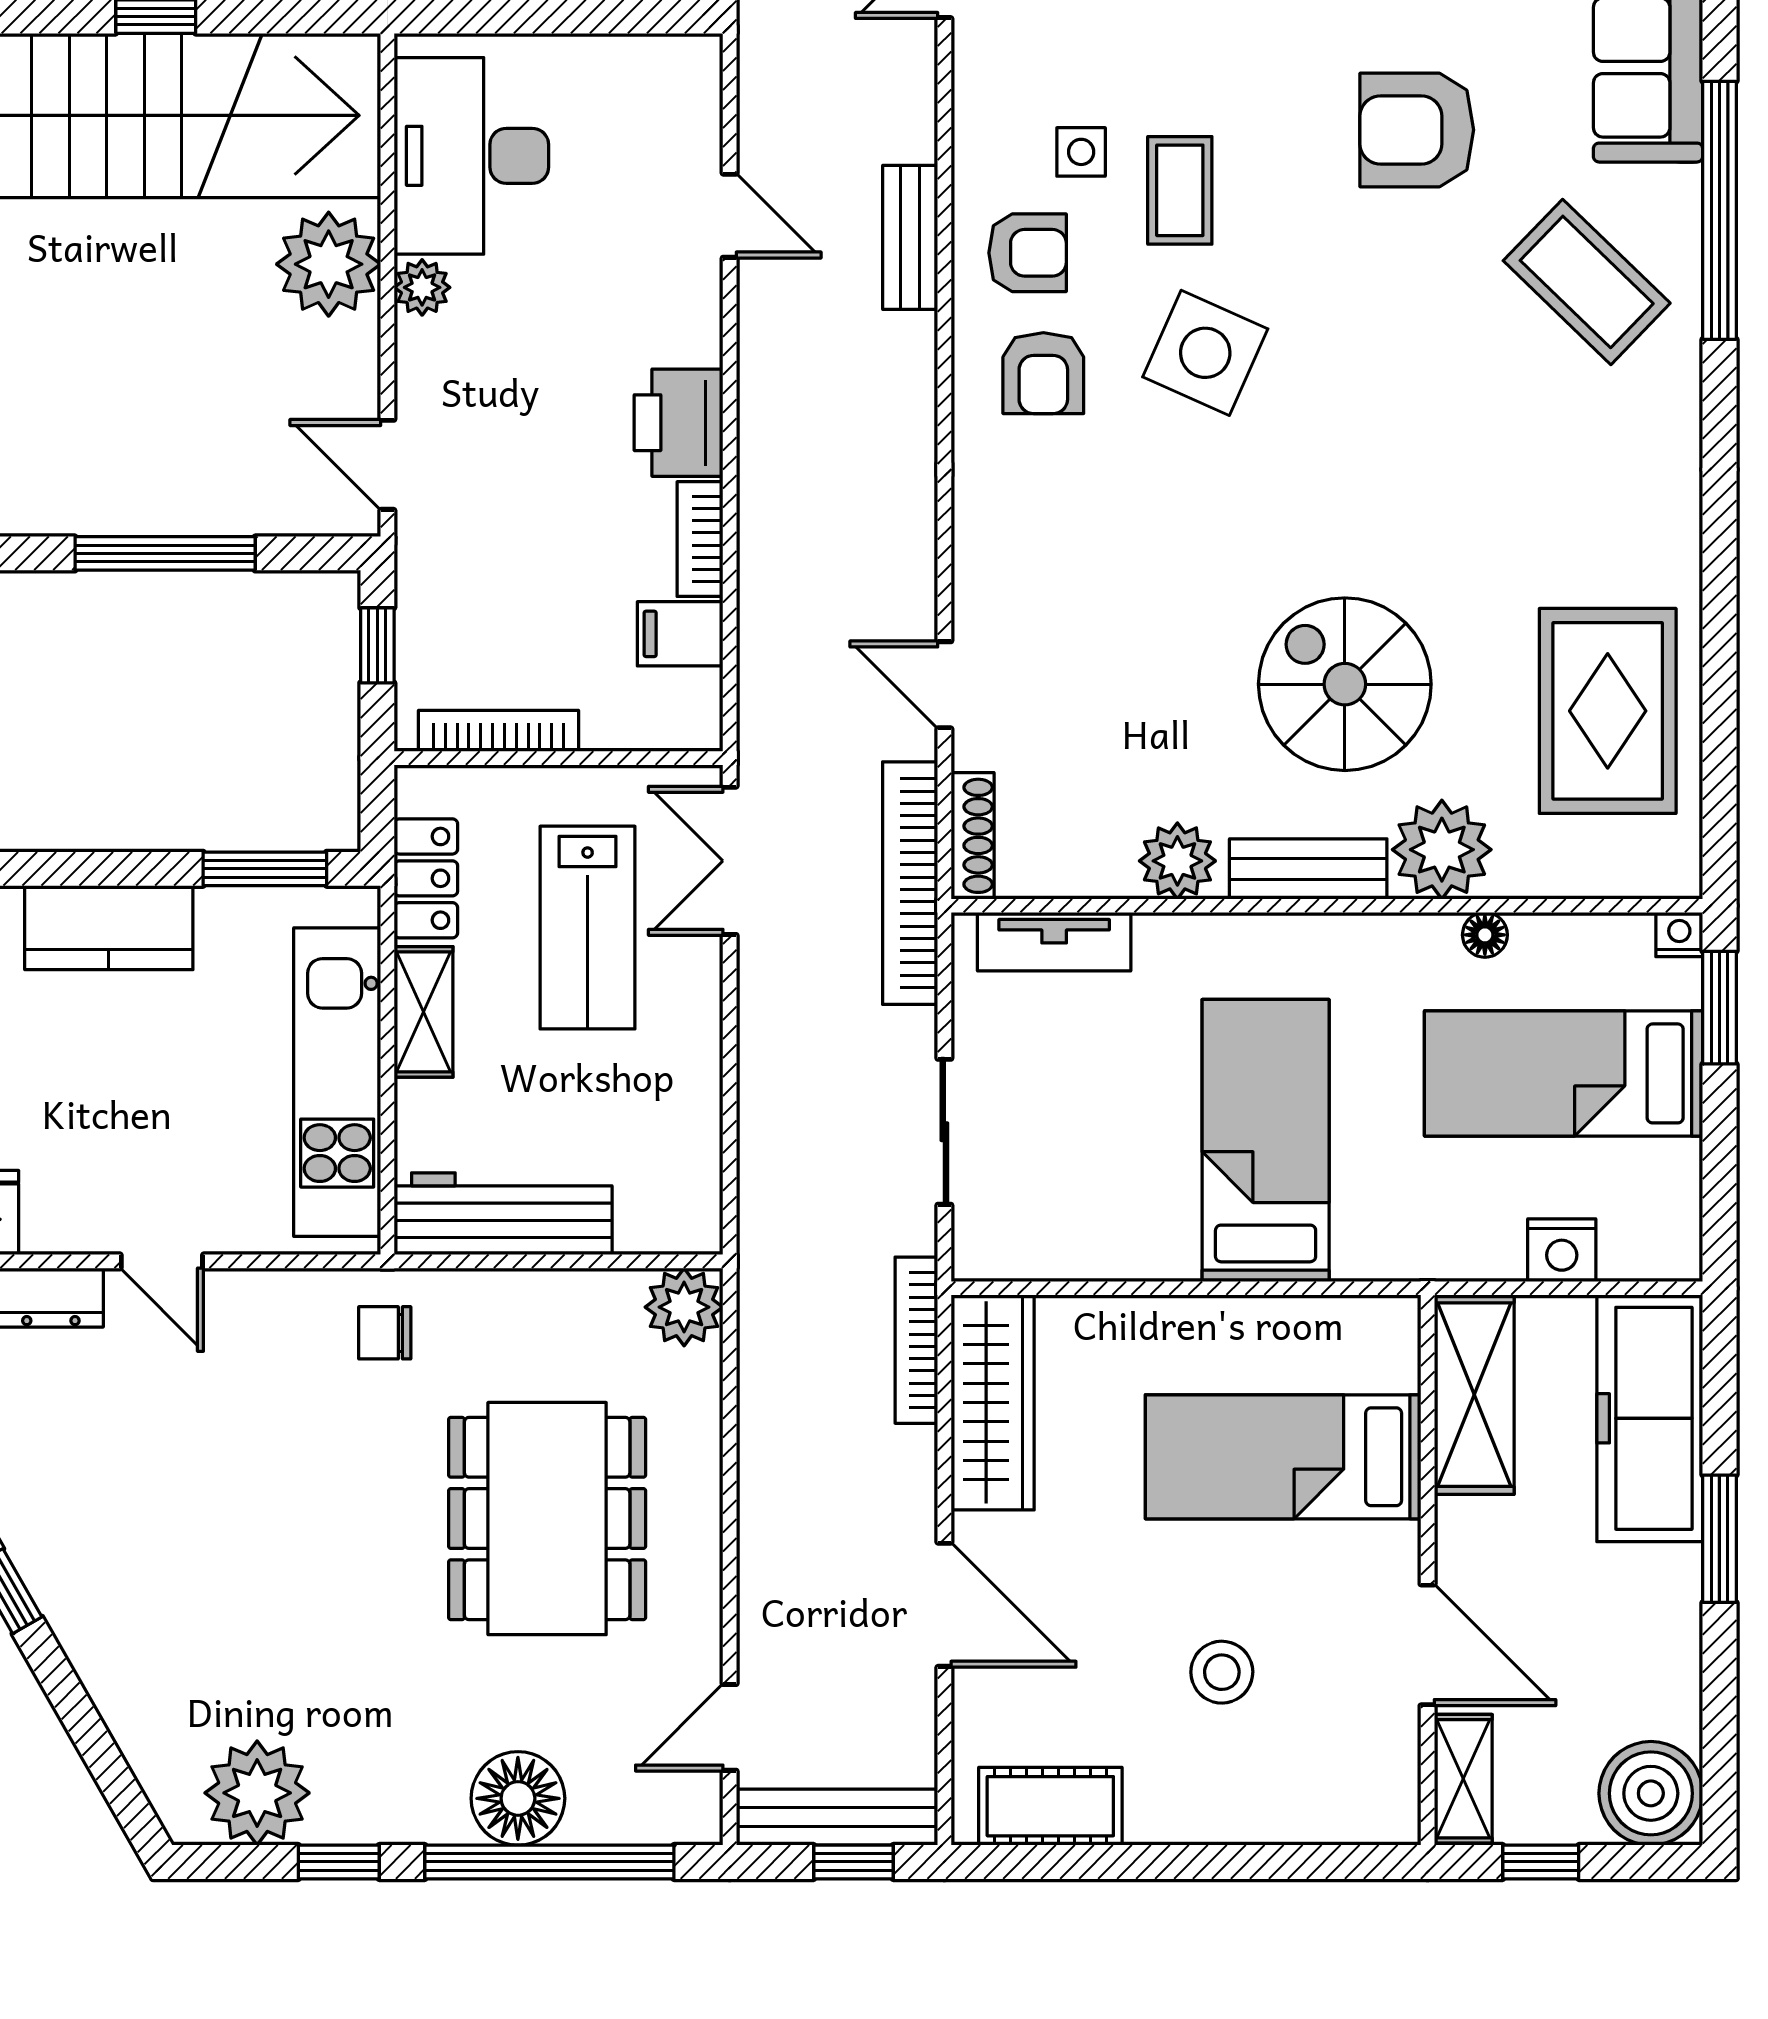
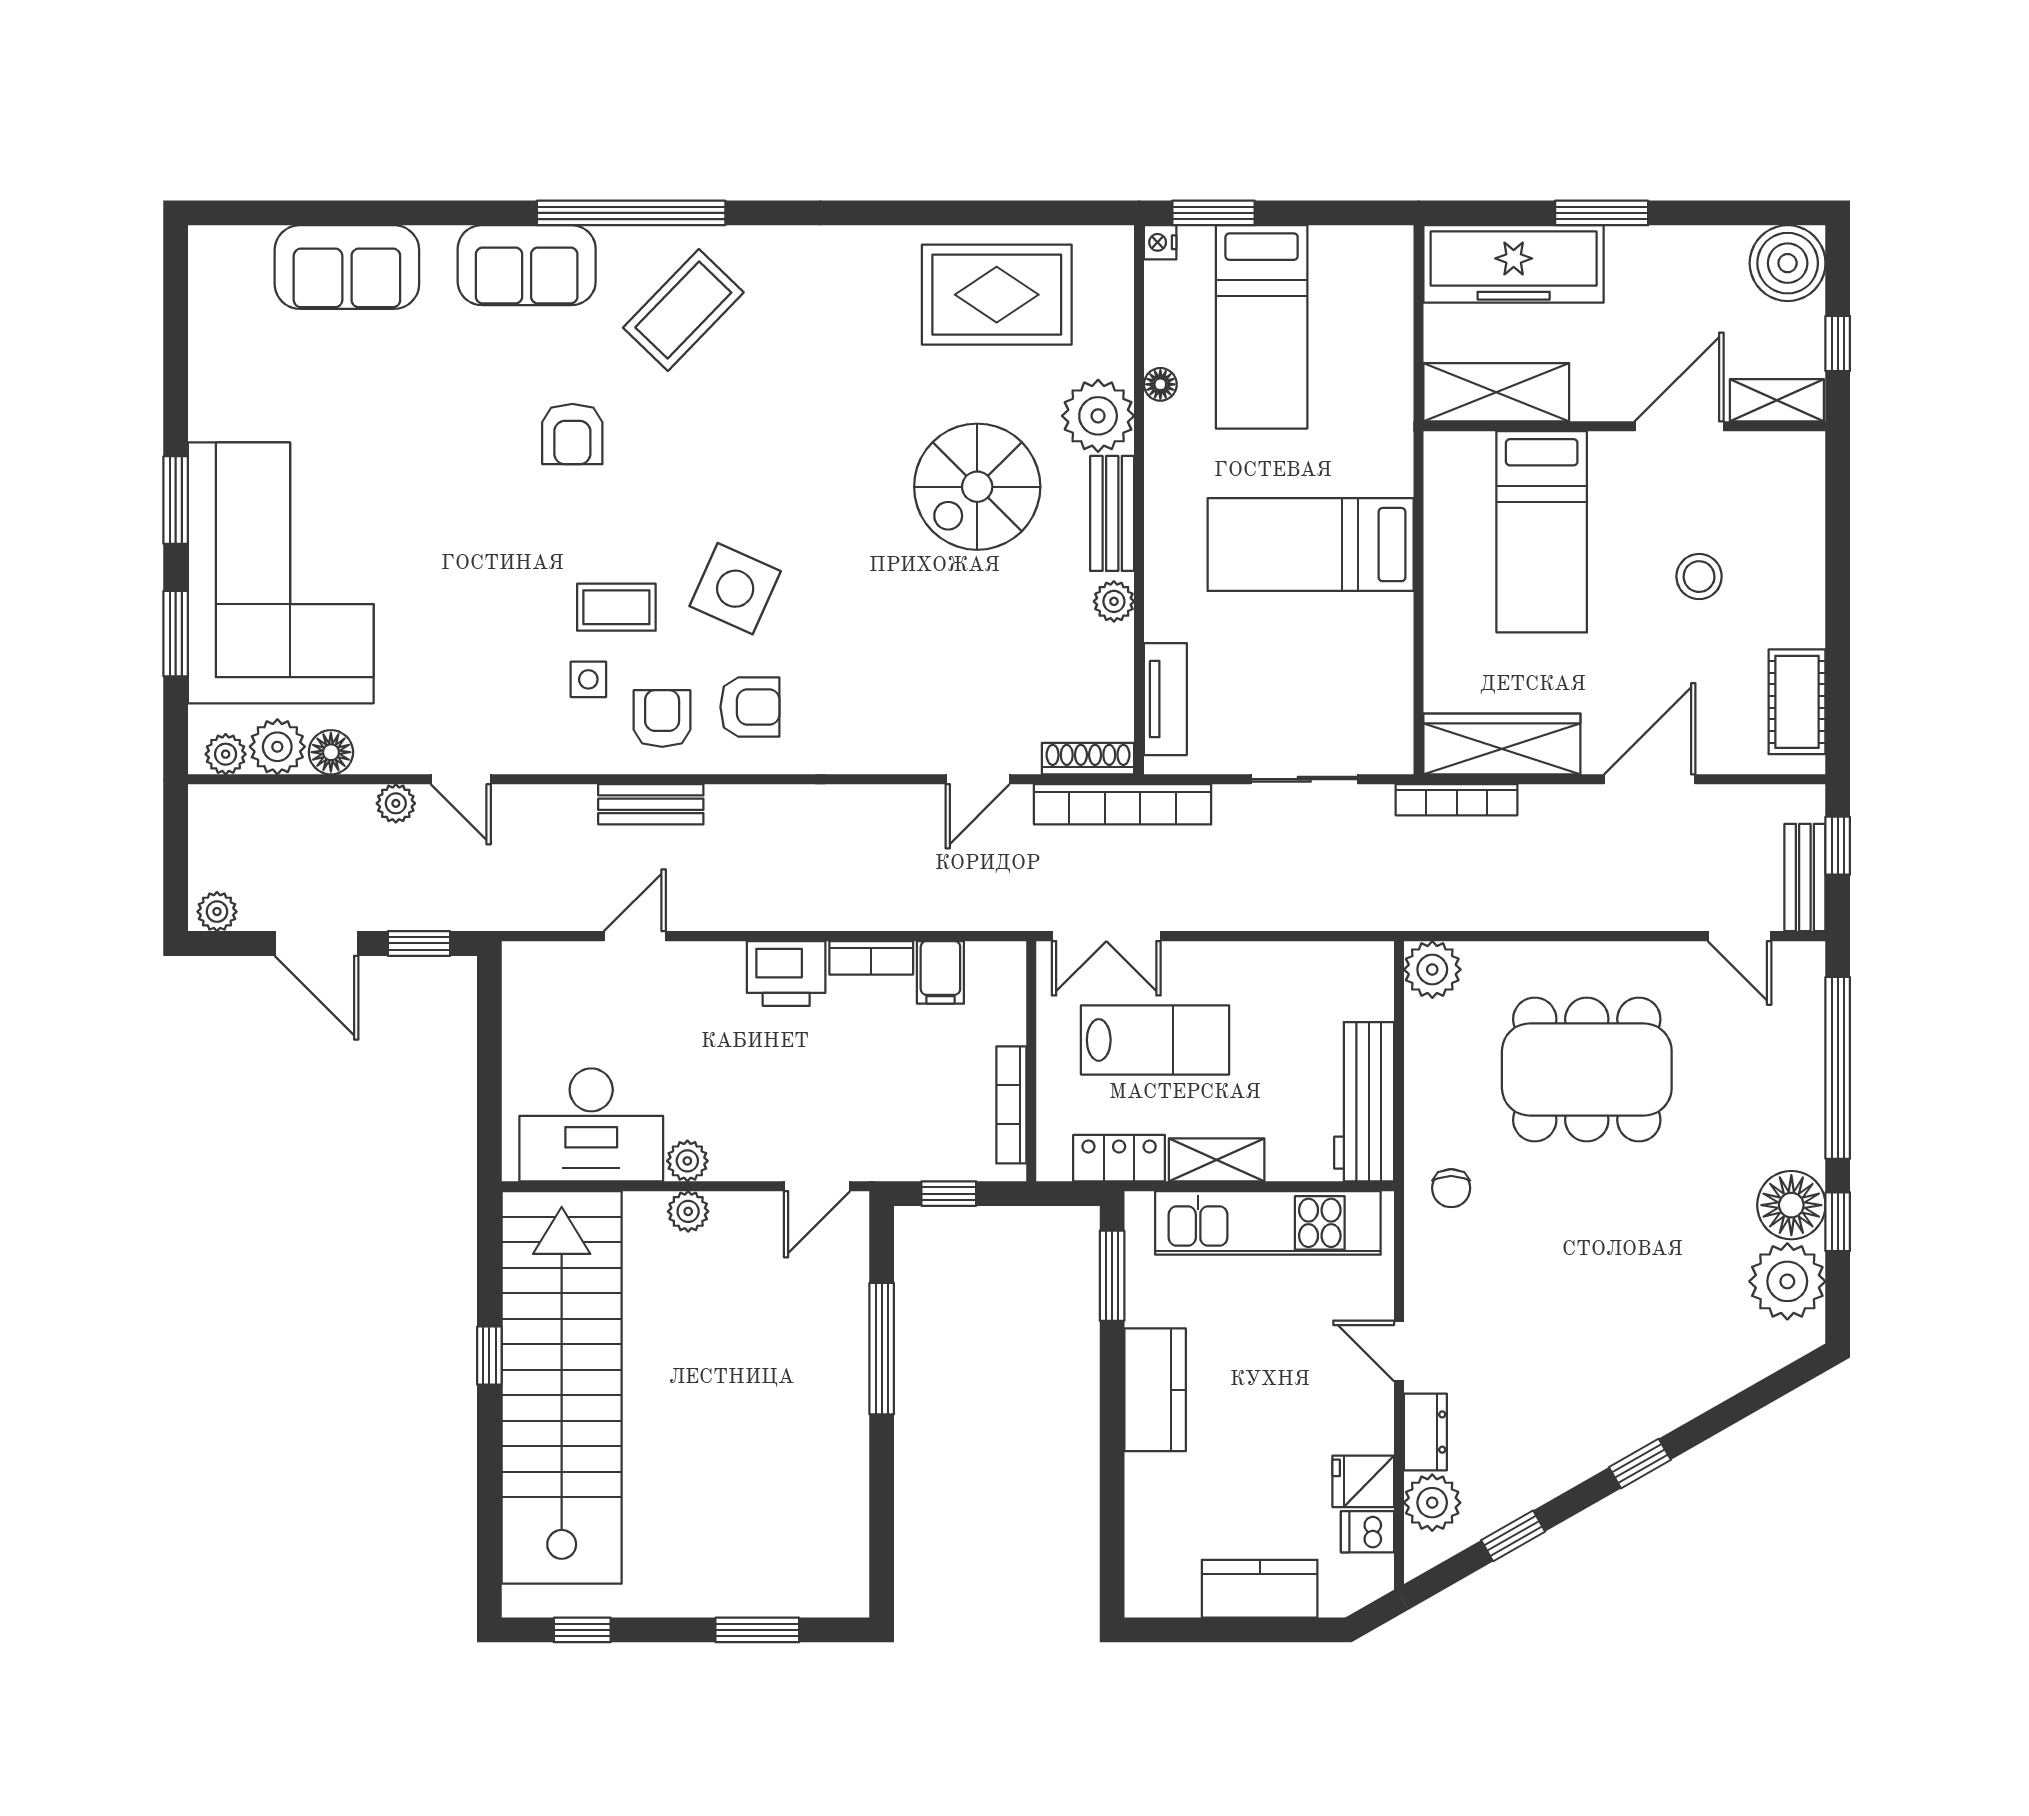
armchair: (1417, 130) -> (572, 434), width x0.72, depth x0.72
plant: (329, 264) -> (688, 1211), width x0.53, depth x0.53
plant: (1177, 861) -> (1114, 601), width x0.73, depth x0.73
nightstand: (1562, 1250) -> (1391, 328), removed
door: (162, 1261) -> (1399, 1351), swing flipped
floor lamp: (518, 1798) -> (1791, 1205), moved
bench: (837, 1817) -> (1805, 878), width x0.73

